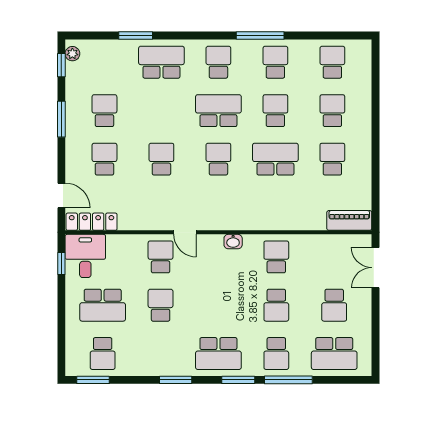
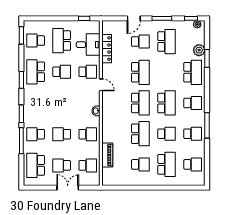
plant: (120, 50) -> (199, 50), added
school desk: (104, 111) -> (167, 42), width x1.85
school desk: (332, 111) -> (167, 164), width x1.85
school desk: (161, 159) -> (140, 72), width x1.85
school desk: (218, 159) -> (140, 103), width x1.85
door: (61, 195) -> (134, 18), moved
piano: (349, 220) -> (107, 155), moved
locker: (92, 222) -> (107, 49), moved
door: (185, 232) -> (101, 85), swing flipped
desk: (85, 256) -> (88, 45), moved
school desk: (334, 257) -> (88, 165), added
double door: (375, 268) -> (68, 188), moved
school desk: (218, 354) -> (36, 72), moved

